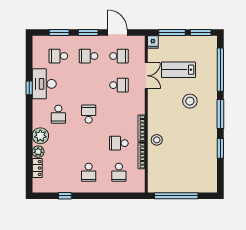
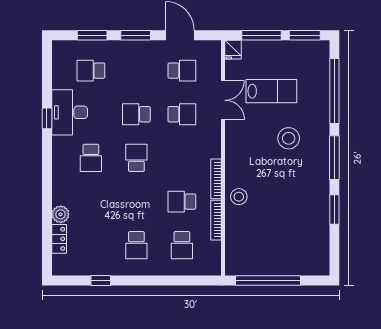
school desk: (89, 56) -> (136, 114), moved
lab bench: (178, 70) -> (271, 91), turned 180
plant: (40, 136) -> (64, 190), removed

